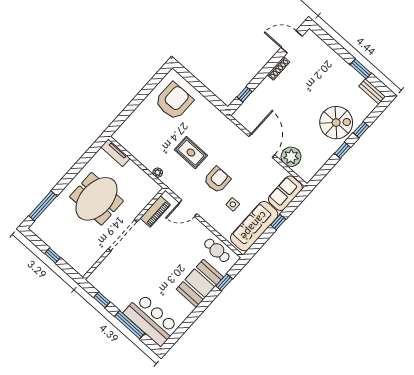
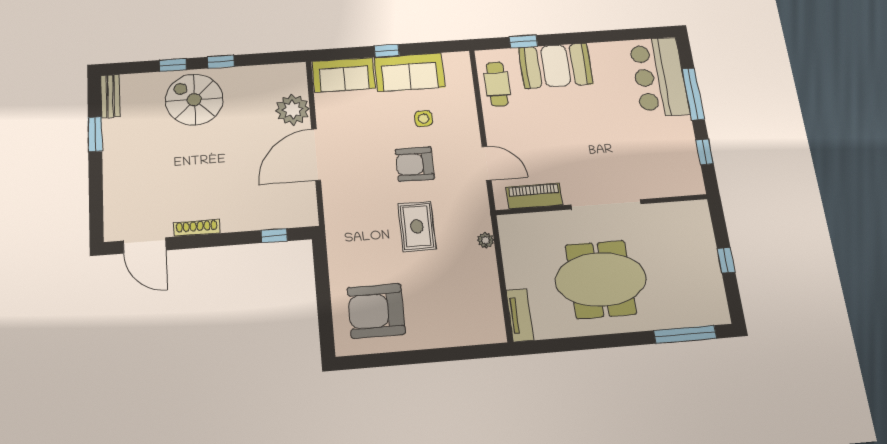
sofa: (254, 226) -> (409, 72), width x0.73

